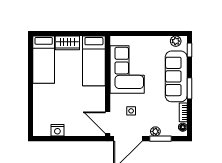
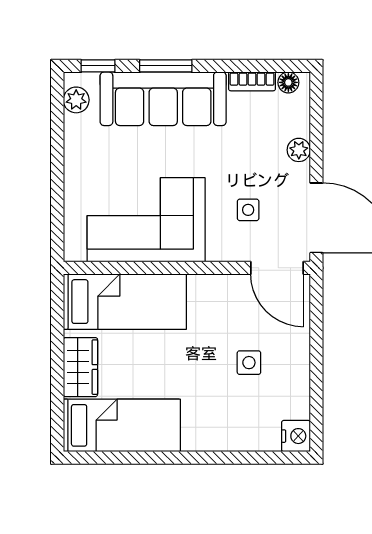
window: (189, 88) -> (166, 66), moved
side table: (69, 111) -> (249, 363), added
door: (108, 123) -> (277, 268), hinge flipped
nightstand: (57, 130) -> (296, 436), moved
window: (161, 139) -> (316, 137), removed

